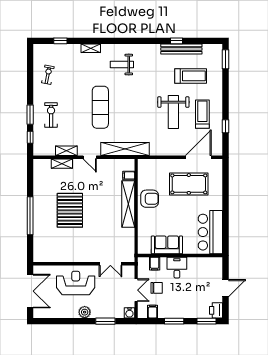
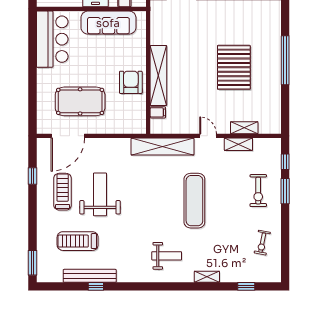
treadmill: (202, 114) -> (63, 192), turned 180
armchair: (150, 199) -> (131, 82), turned 90
sofa: (167, 245) -> (108, 23), width x1.36

